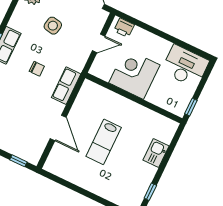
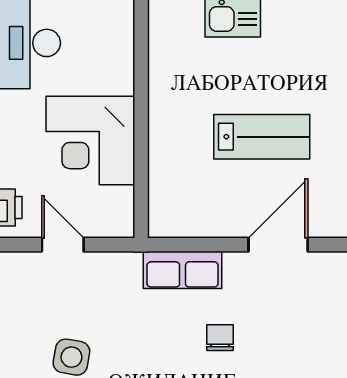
chair: (37, 69) -> (220, 338), moved

